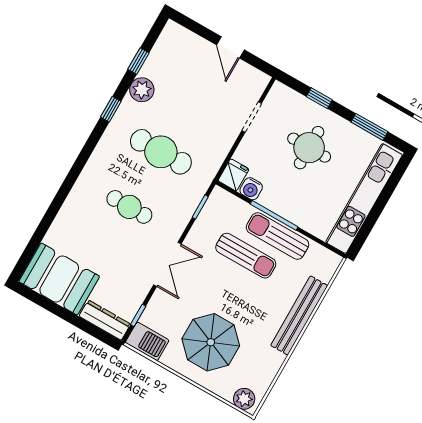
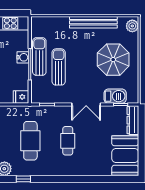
water cooler: (251, 189) -> (23, 57), moved
sun lounger: (278, 236) -> (39, 57), turned 180
double door: (167, 264) -> (86, 105), swing flipped
bench: (299, 315) -> (93, 22), moved
barbecue: (147, 341) -> (115, 96), moved, turned 90

